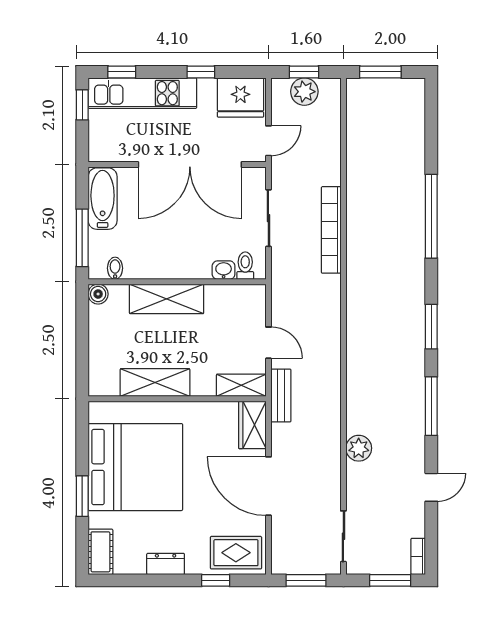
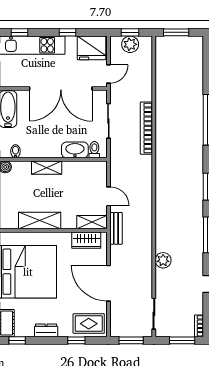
washbasin: (224, 270) -> (75, 150), width x1.91, depth x1.45
shelving: (167, 299) -> (47, 168), width x0.67, depth x0.75
wardrobe: (252, 425) -> (86, 240), moved, turned -90
window: (118, 580) -> (17, 340), added

